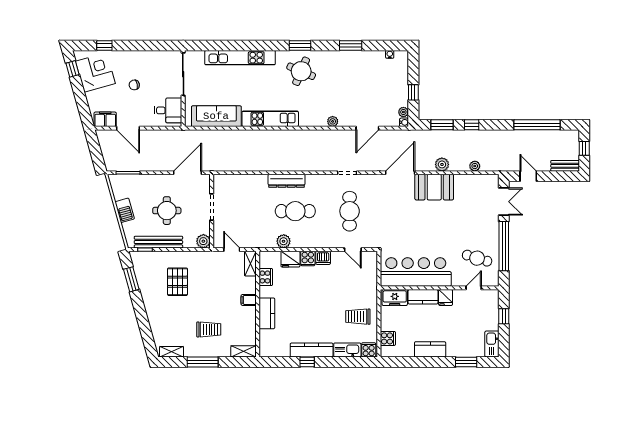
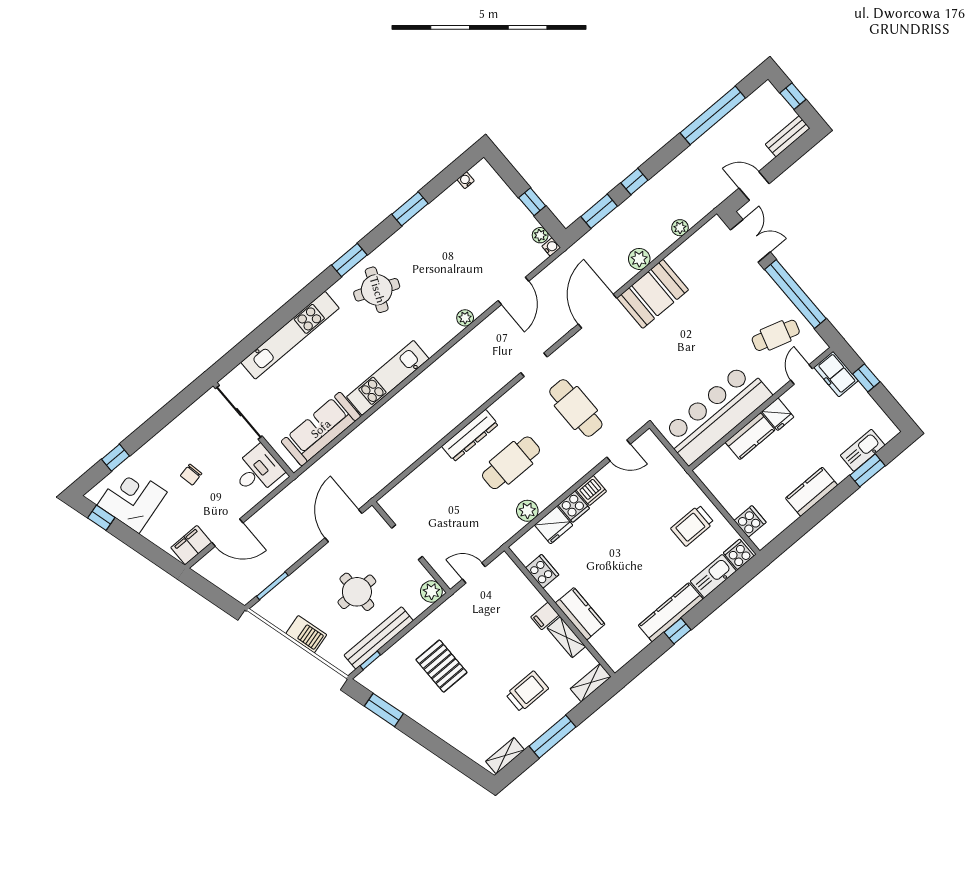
shelving: (250, 264) -> (566, 637), moved
freezer: (395, 298) -> (836, 374), moved, turned 90
kitchen sink: (492, 344) -> (863, 450), moved, turned 90

